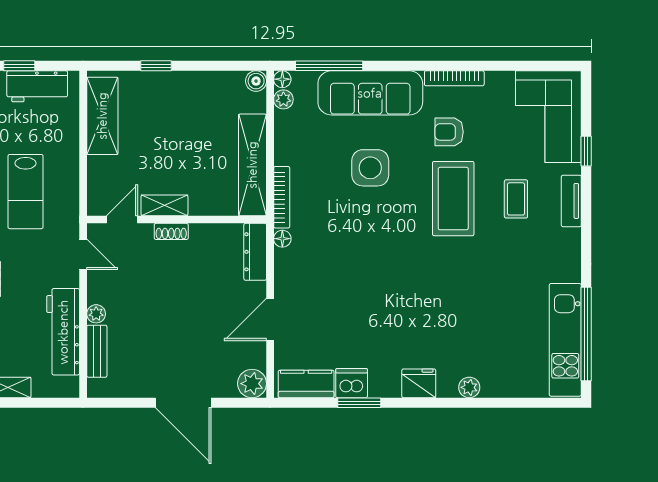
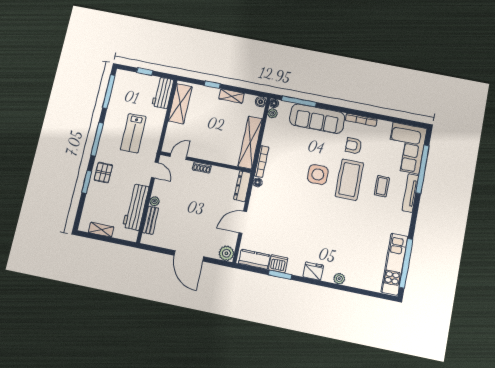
workbench: (37, 86) -> (163, 93), moved, turned 90
window: (586, 151) -> (422, 169), width x3.17
side table: (370, 168) -> (318, 174), moved
tv unit: (571, 201) -> (410, 193), width x1.41
shelving: (164, 205) -> (232, 96), moved

